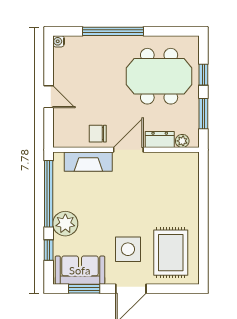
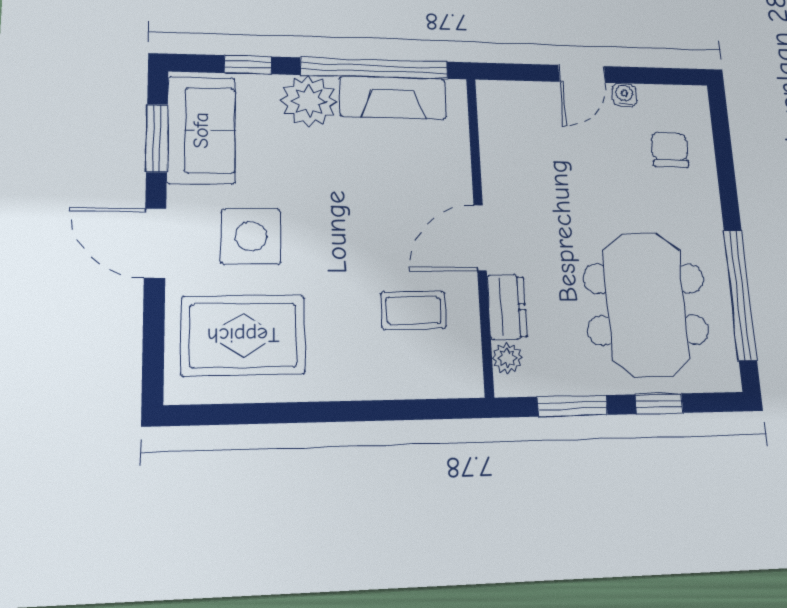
window: (113, 31) -> (740, 294), moved
water cooler: (59, 41) -> (624, 95), moved
chair: (98, 134) -> (670, 150), moved
door: (128, 150) -> (480, 238), swing flipped
fireplace: (88, 162) -> (393, 98), moved, turned -90
coffee table: (161, 181) -> (414, 310), added

